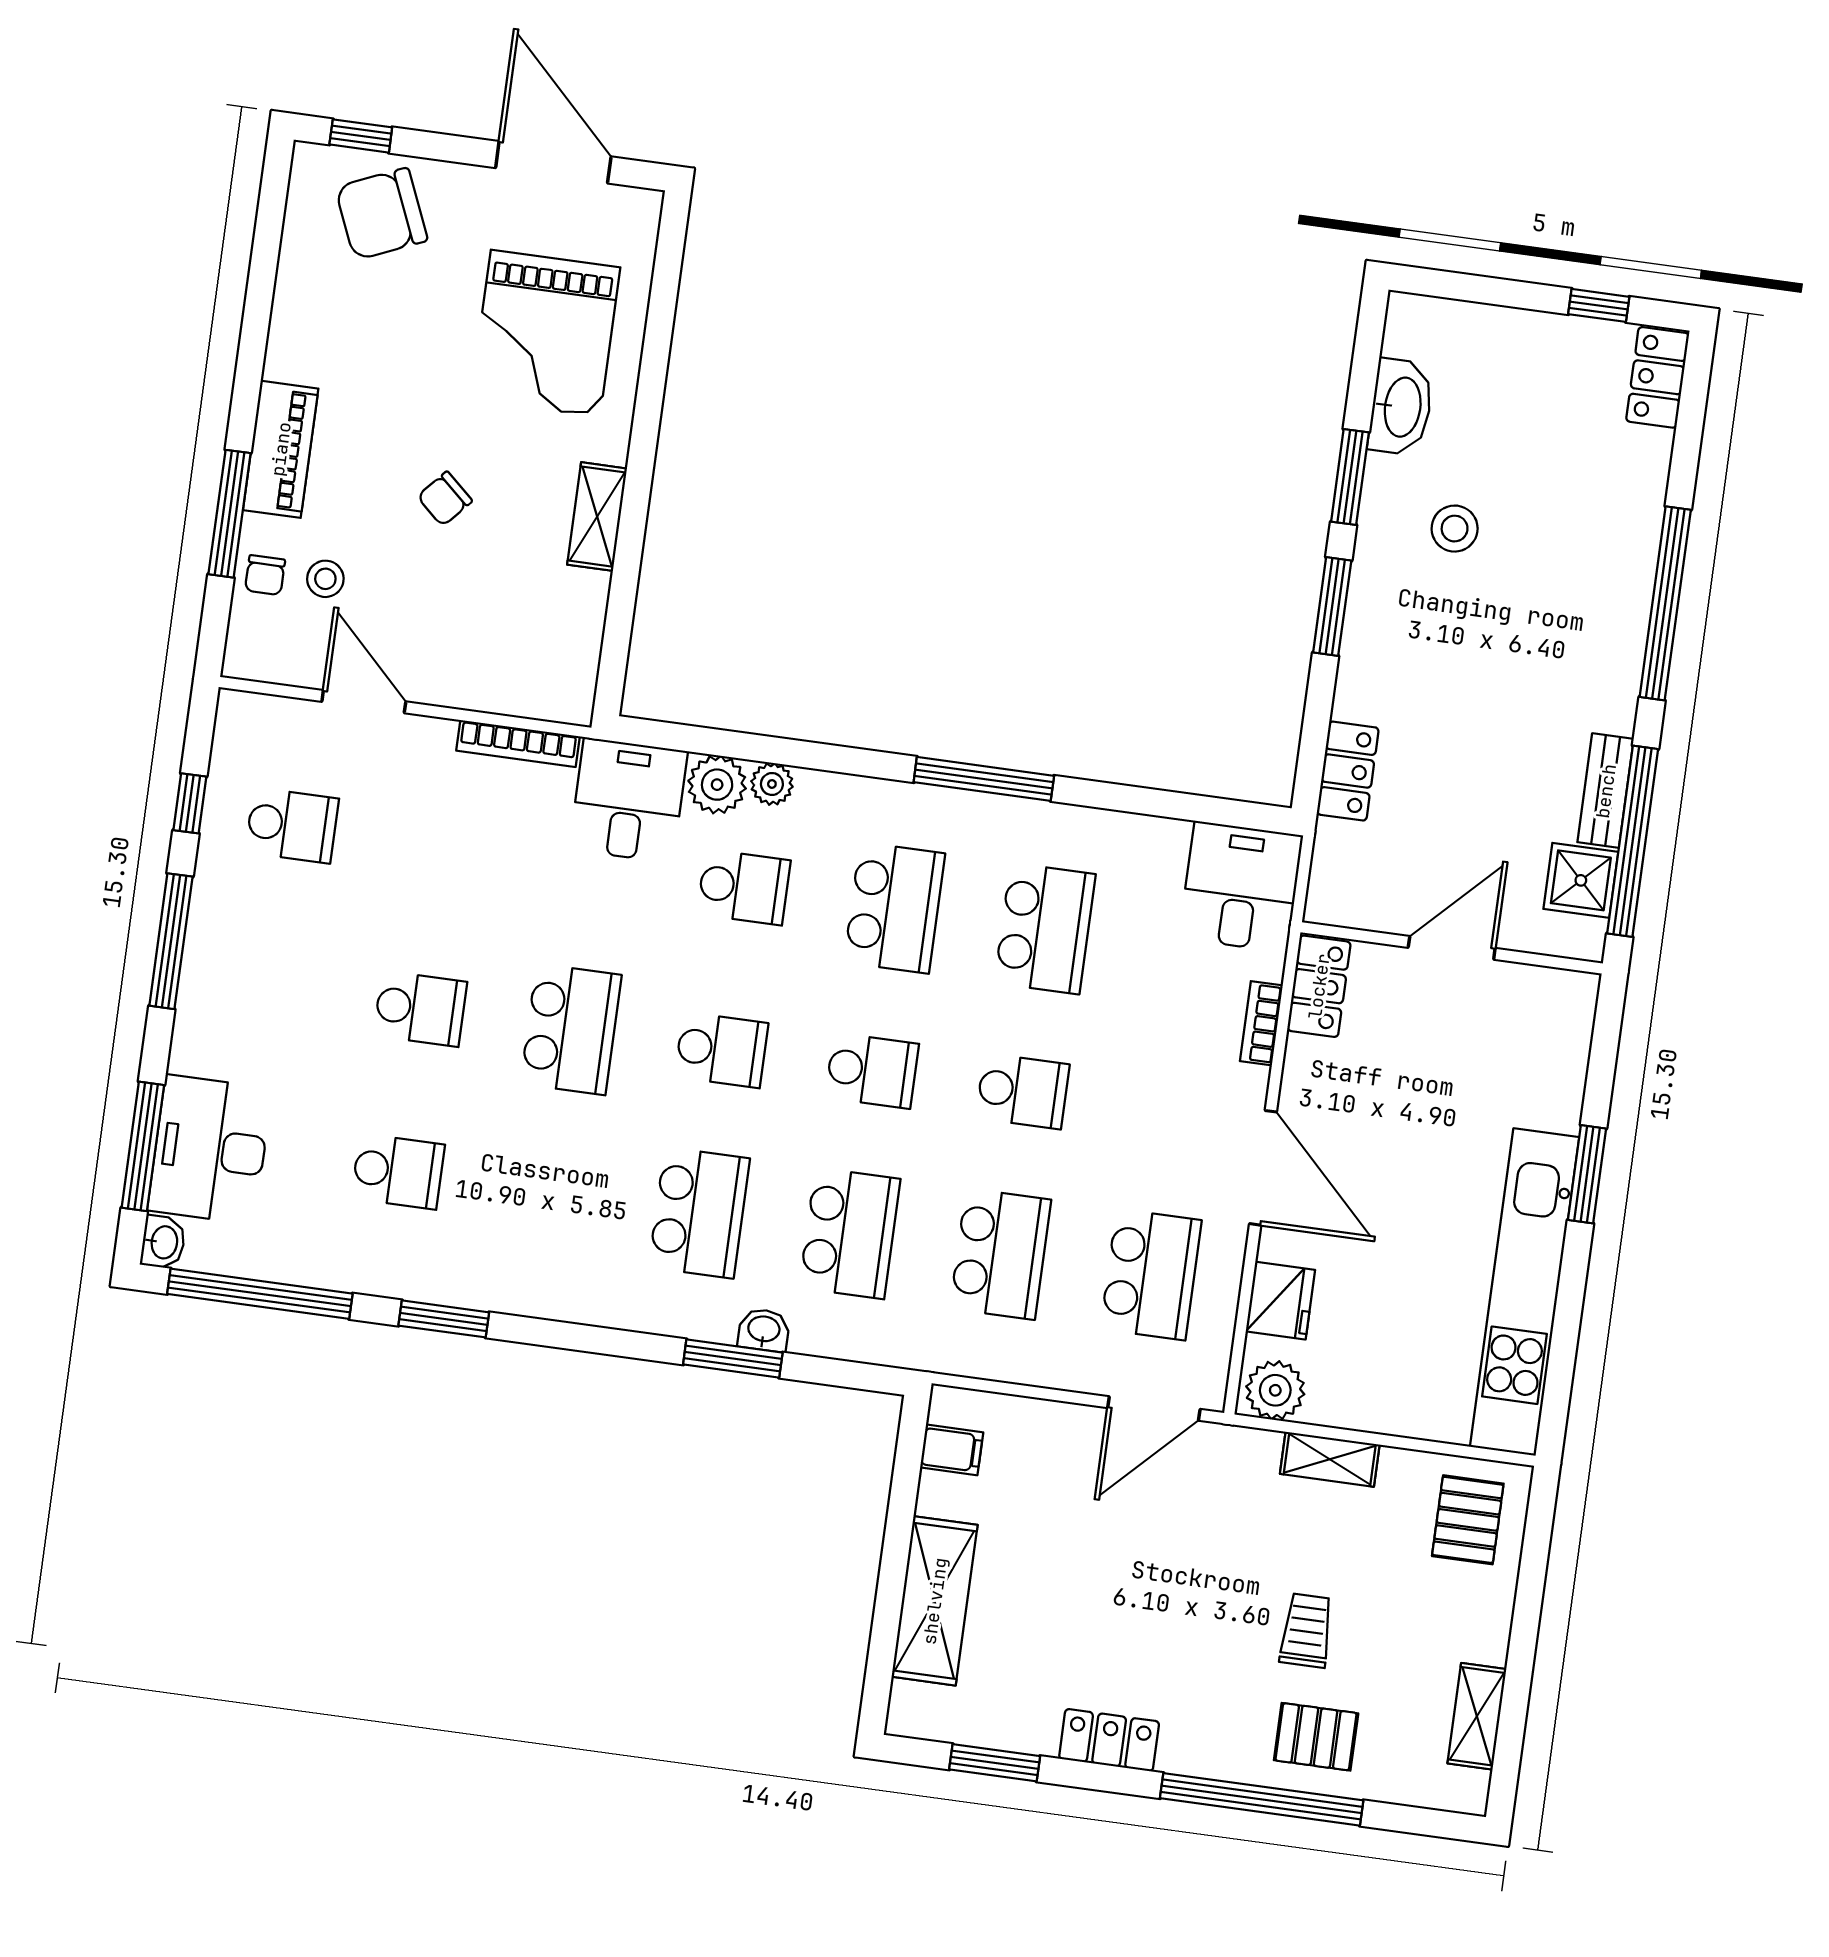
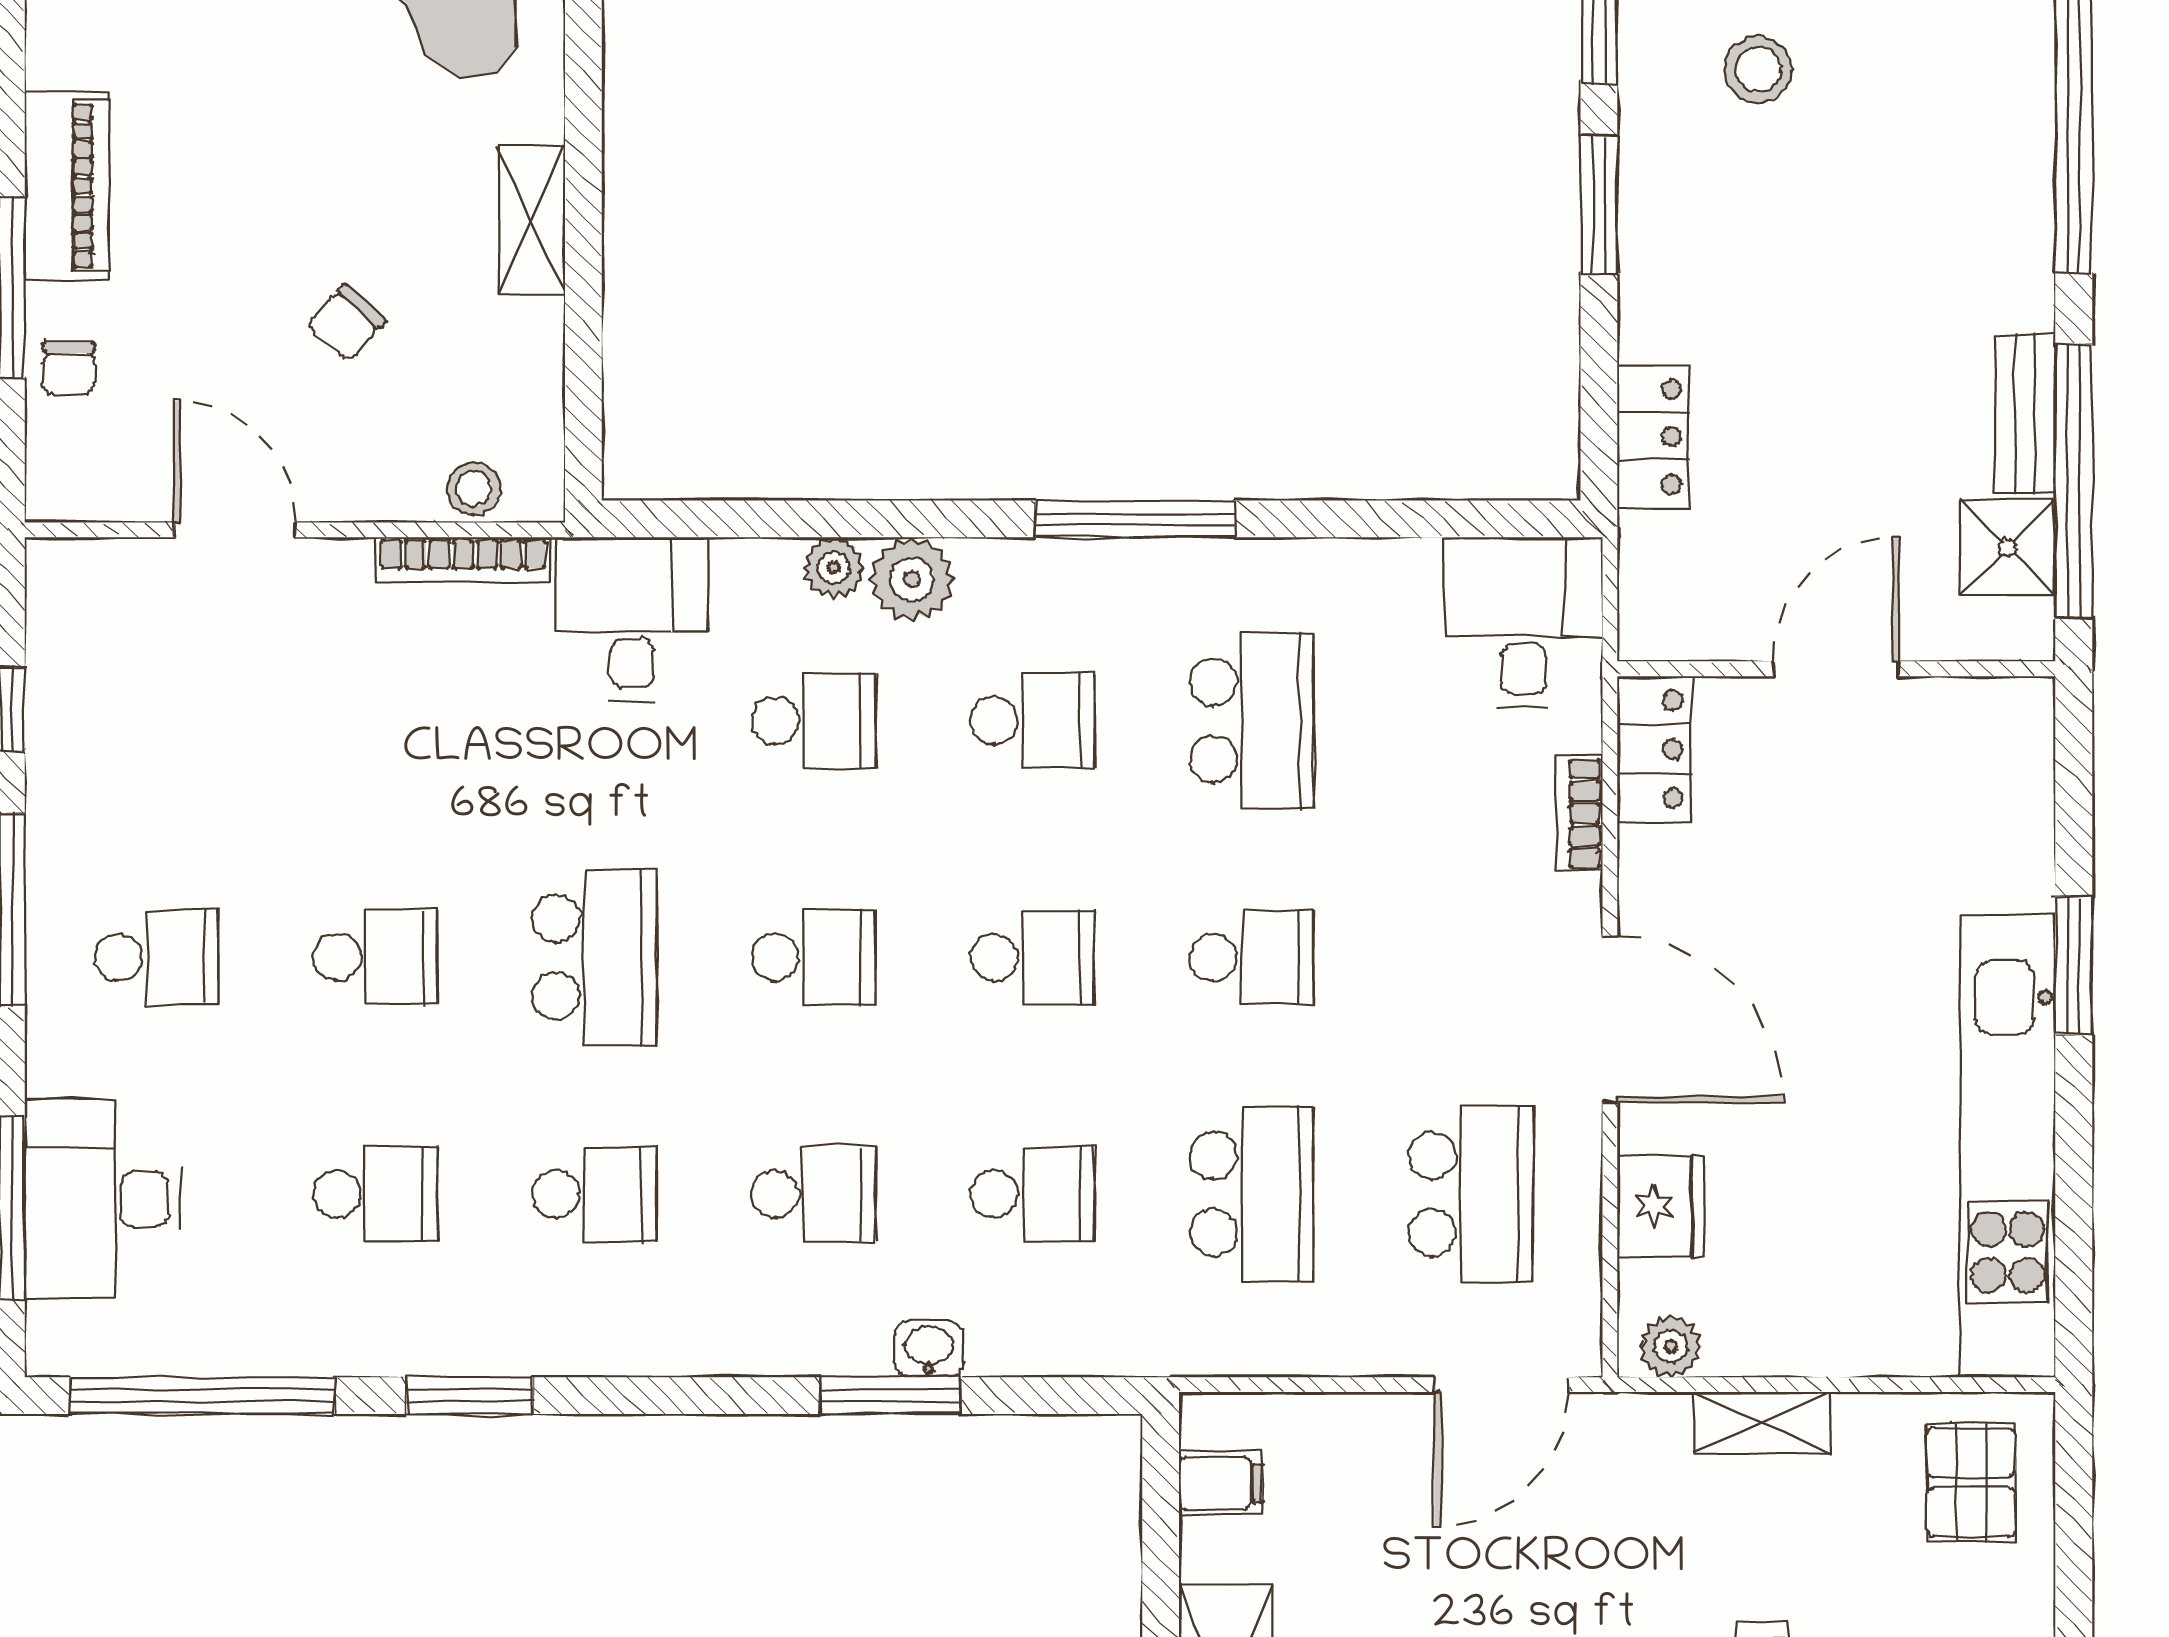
chair: (445, 499) -> (346, 323), moved
stool: (325, 579) -> (474, 489), moved
plant: (717, 785) -> (912, 579), moved
school desk: (292, 825) -> (156, 957), moved
school desk: (894, 908) -> (1033, 721), width x0.54
school desk: (549, 1192) -> (595, 1194), added
school desk: (699, 1213) -> (814, 1194), width x0.54
school desk: (850, 1233) -> (1033, 1194), width x0.54
washbasin: (163, 1242) -> (54, 1341), removed
plant: (1275, 1390) -> (1671, 1346), width x0.73, depth x0.73

